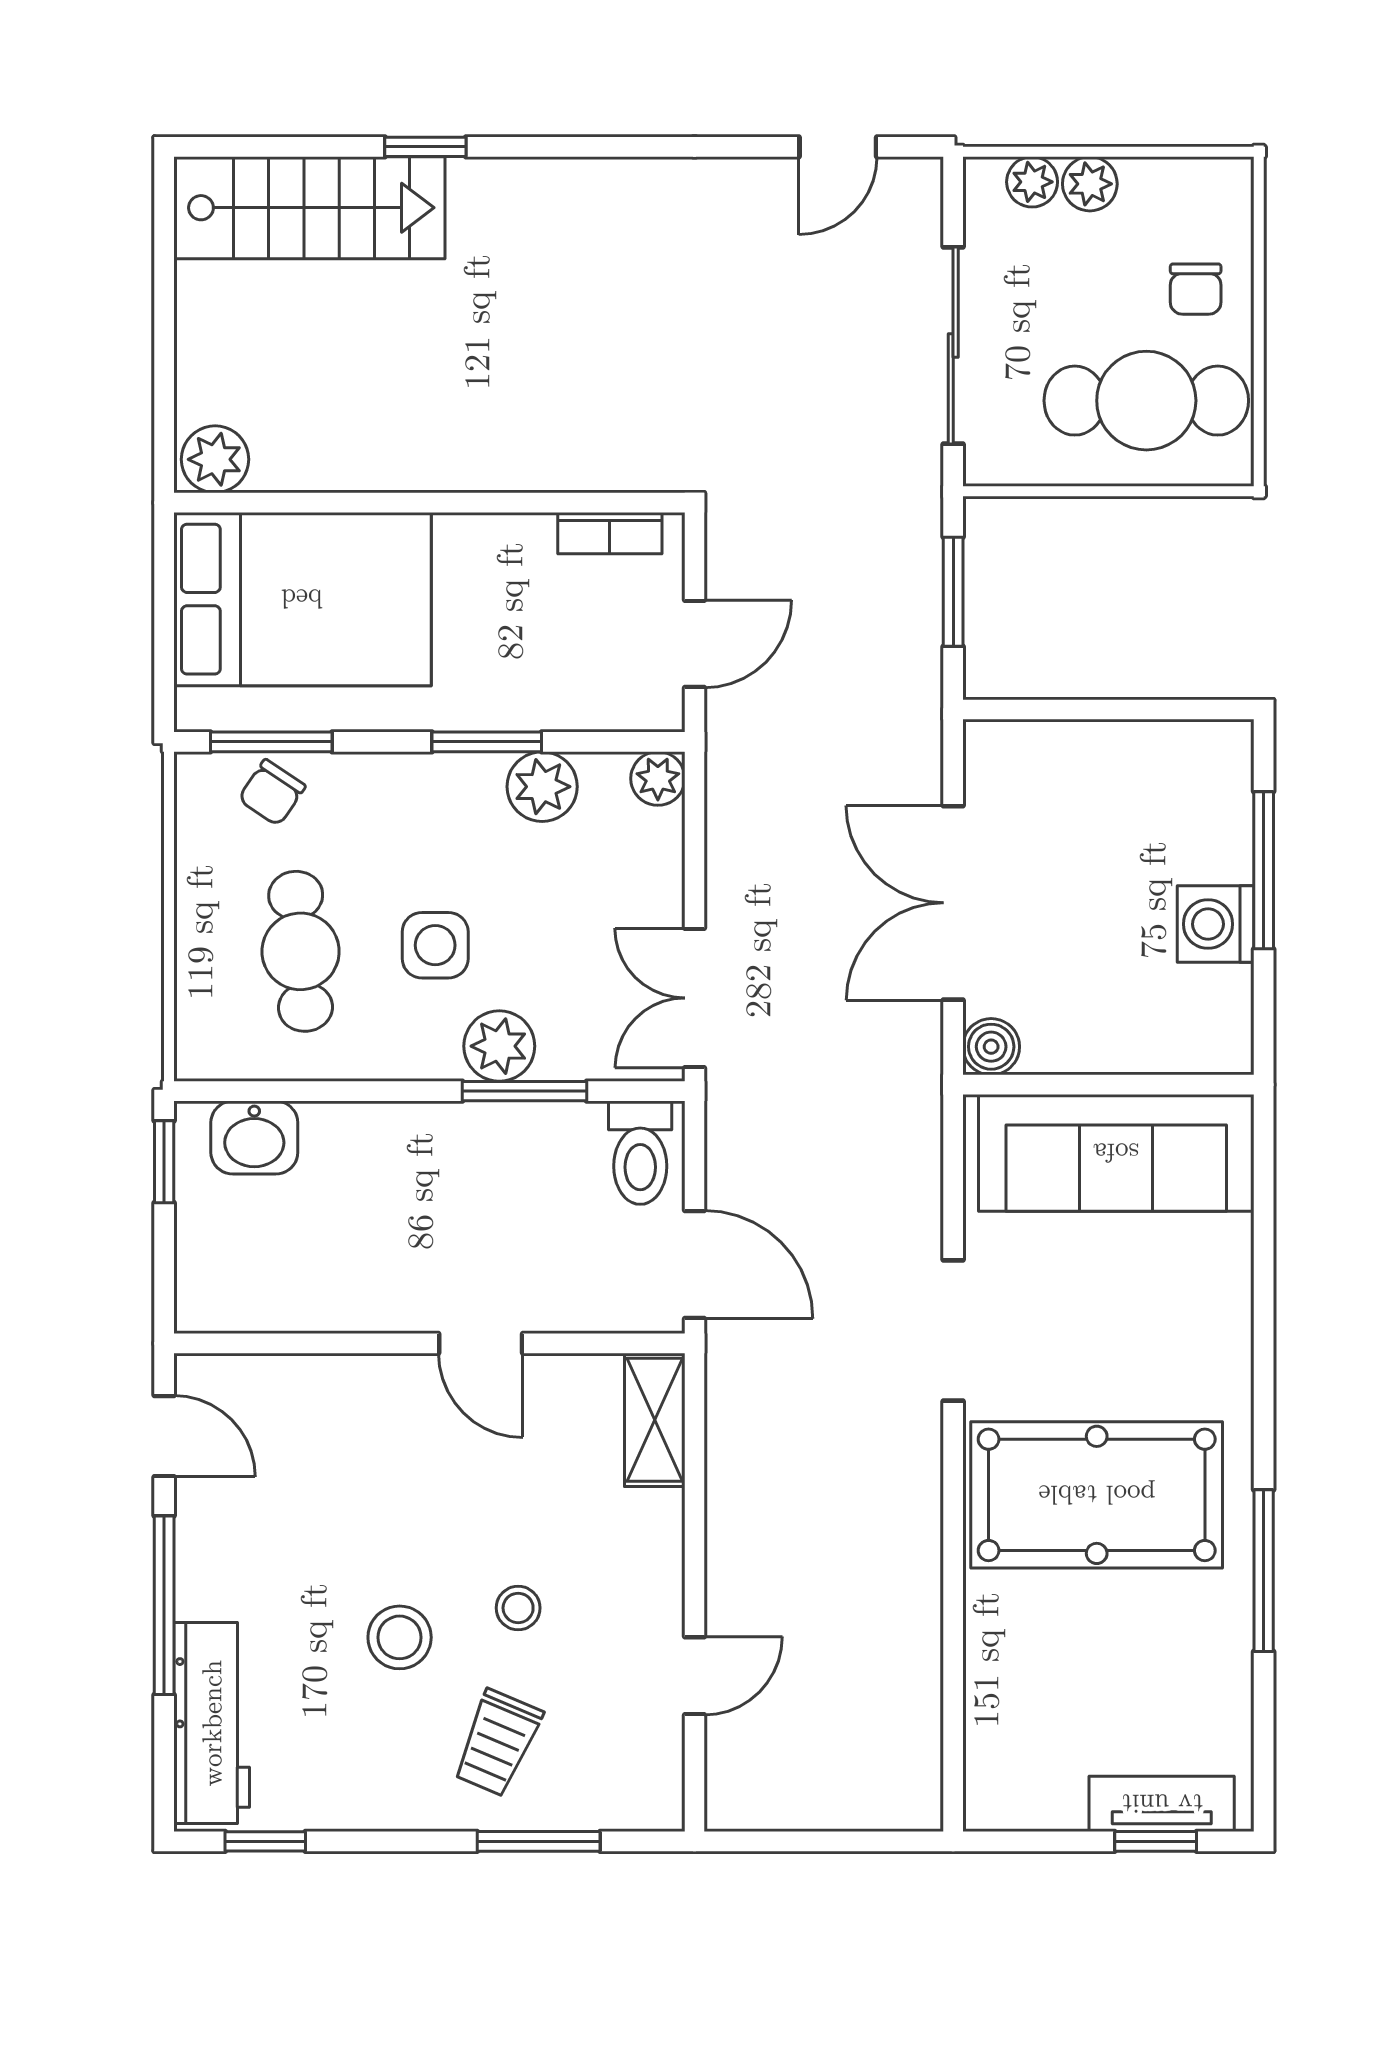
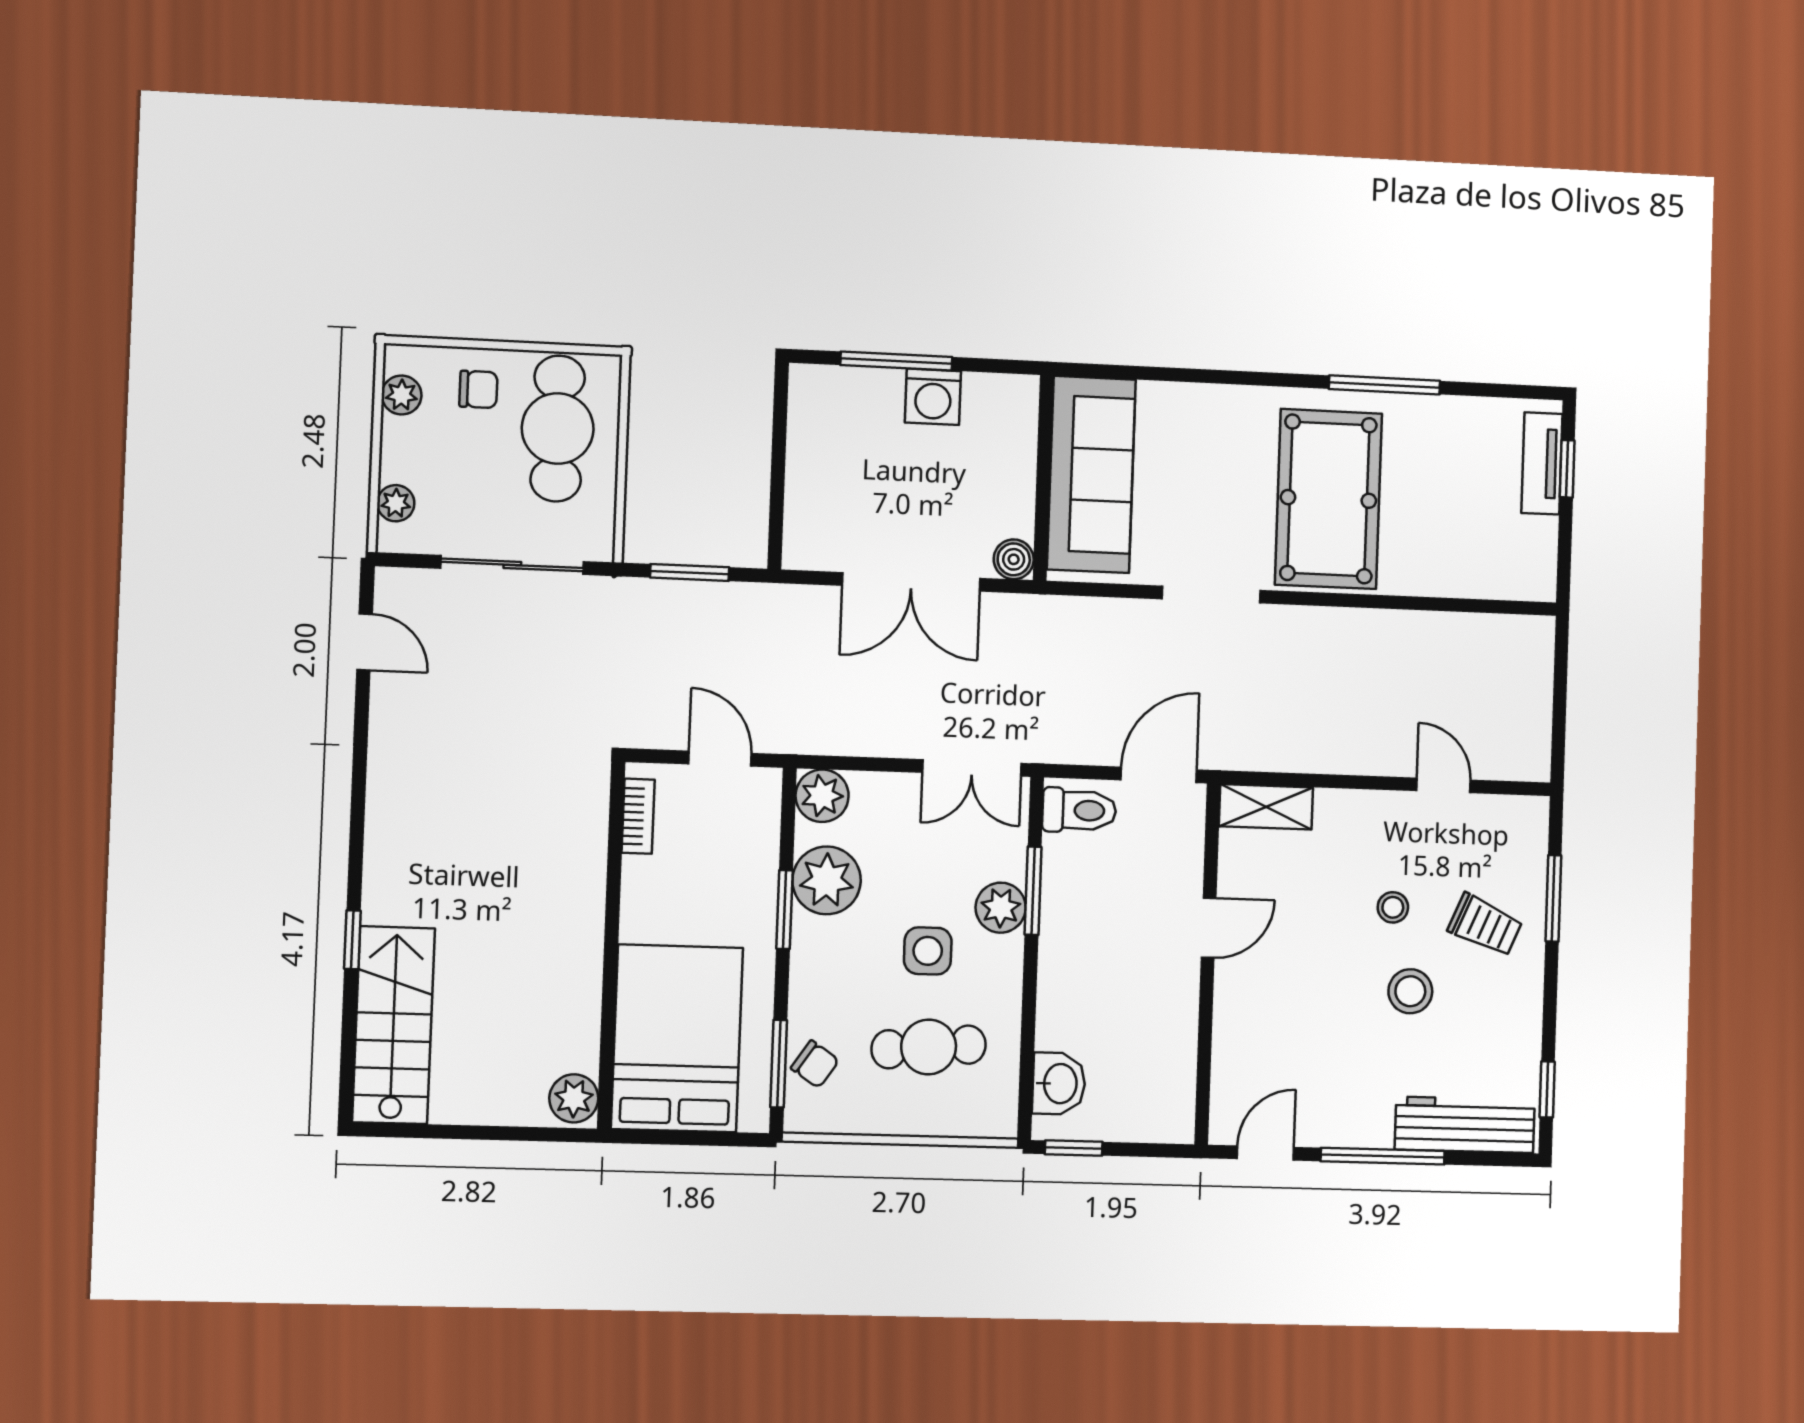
plant: (1090, 184) -> (402, 395), moved
plant: (658, 779) -> (822, 796), width x1.38, depth x1.38
plant: (542, 787) -> (827, 880), width x1.36, depth x1.36

